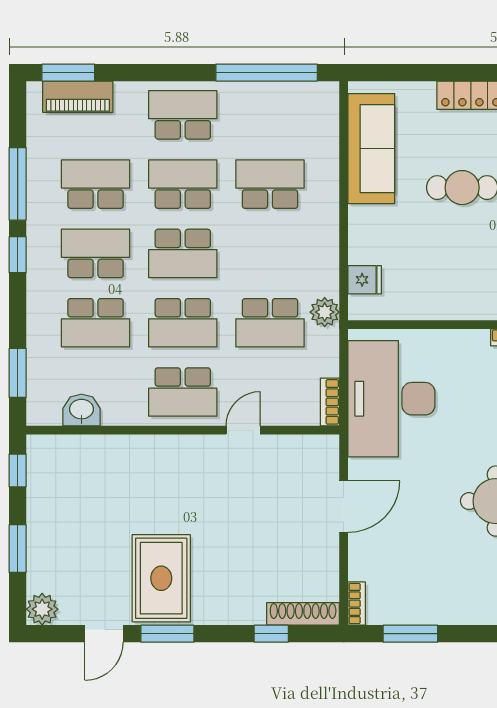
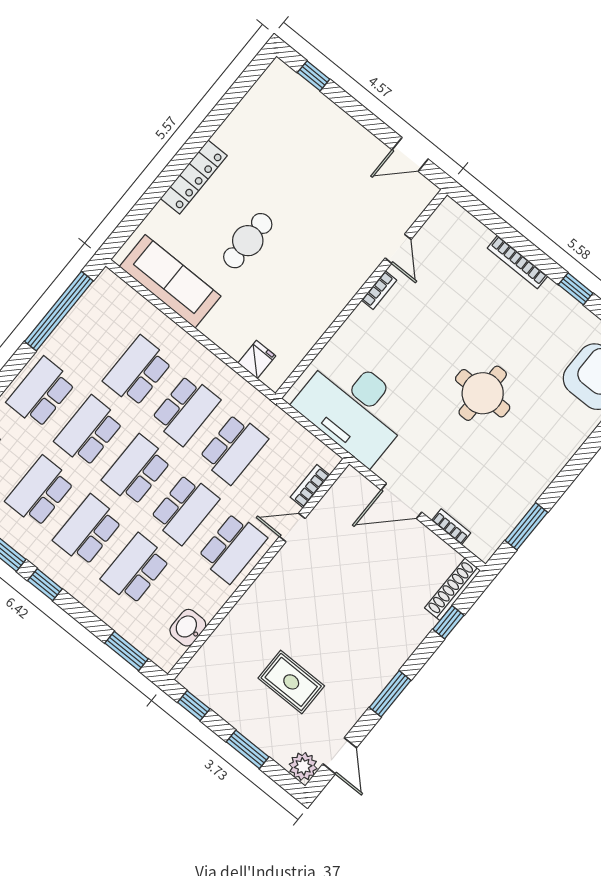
school desk: (183, 253) -> (137, 470), turned 180
school desk: (270, 253) -> (186, 410), added
plant: (325, 312) -> (257, 405), removed
school desk: (96, 323) -> (136, 569), turned 180
bookcase: (330, 402) -> (310, 486), moved, turned 90
door: (243, 430) -> (292, 527), hinge flipped
door: (344, 507) -> (401, 501), swing flipped
rug: (161, 578) -> (291, 682), moved, width x0.73, depth x0.70
bookcase: (357, 604) -> (451, 527), moved
door: (104, 634) -> (340, 756), moved

